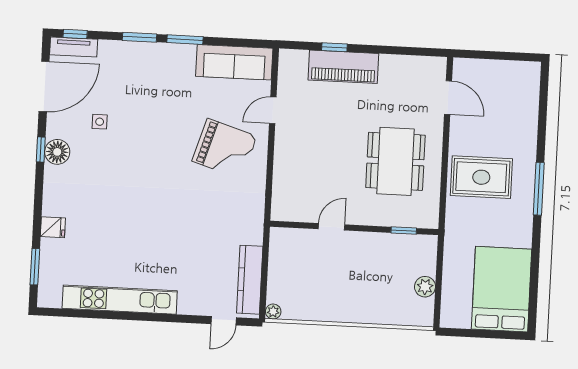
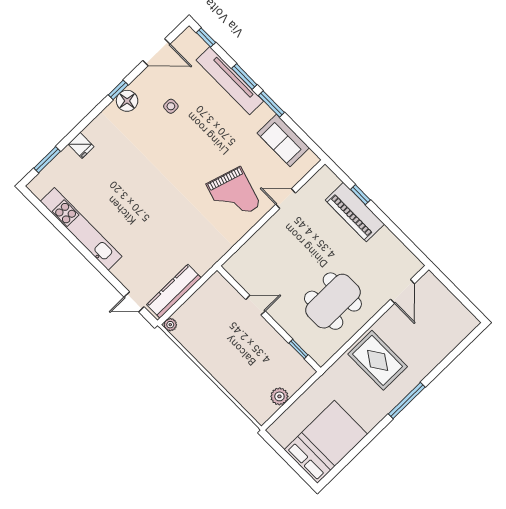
tv unit: (74, 47) -> (230, 81), moved, width x1.92, depth x1.29
sofa: (234, 62) -> (283, 140), width x0.73
door: (44, 86) -> (156, 52), width x0.73

